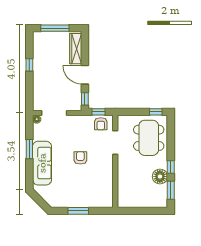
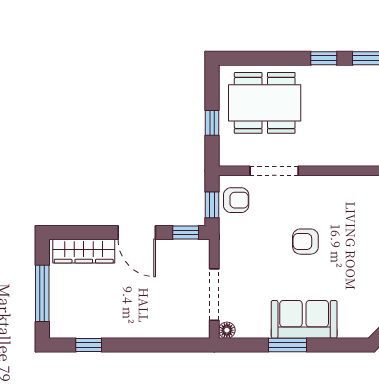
window: (29, 65) -> (89, 345), moved
door: (85, 75) -> (137, 232), hinge flipped
window: (156, 112) -> (212, 123), moved
sofa: (42, 163) -> (304, 319), width x0.73
floor lamp: (160, 176) -> (343, 80), removed

